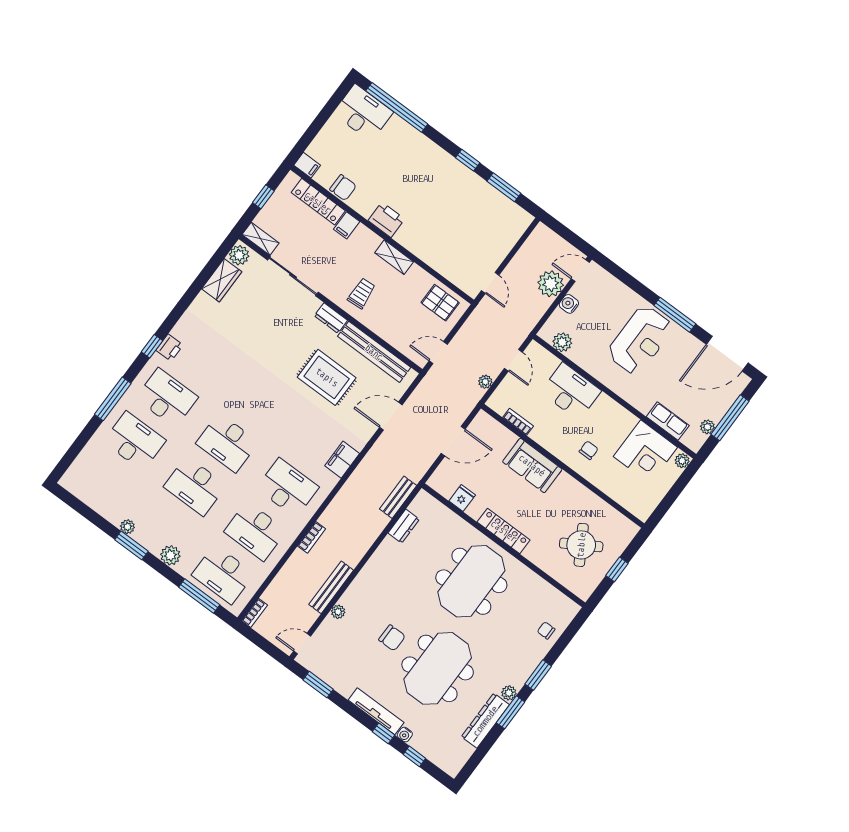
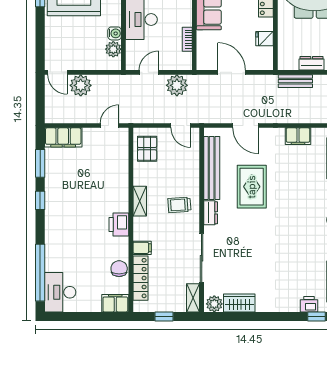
filing cabinet: (307, 165) -> (115, 303), width x2.00
filing cabinet: (512, 229) -> (63, 137), added
water cooler: (569, 304) -> (115, 33), moved, turned -90
plant: (485, 382) -> (177, 85), width x1.88, depth x1.88

